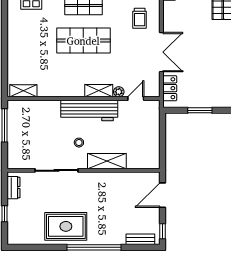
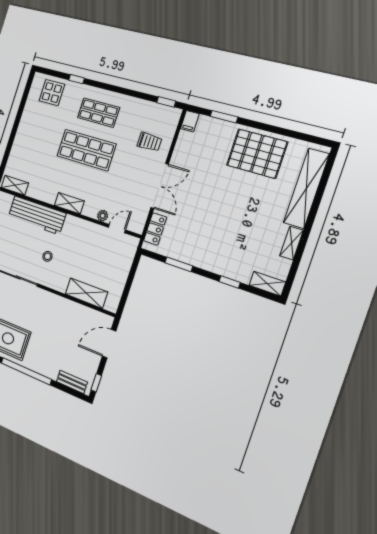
trolley: (140, 18) -> (149, 142), turned -90
shelving: (99, 91) -> (69, 203), moved
workbench: (89, 110) -> (37, 215), moved
shelving: (107, 161) -> (86, 293), moved

